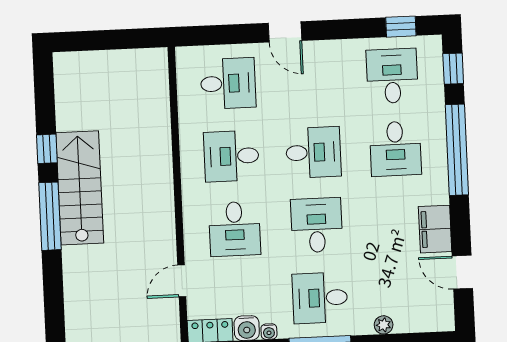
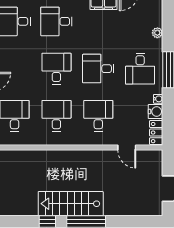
desk: (395, 149) -> (56, 21), turned 180
desk: (231, 156) -> (56, 116), turned 180
desk: (235, 229) -> (98, 116), turned -90

